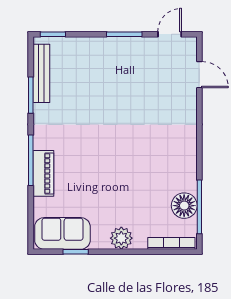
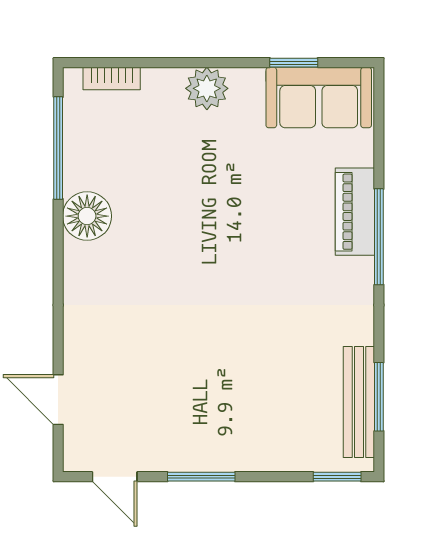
door: (170, 34) -> (115, 477), hinge flipped
window: (31, 95) -> (379, 397), moved
floor lamp: (184, 206) -> (87, 216), moved
bookcase: (171, 243) -> (112, 79), width x0.64

